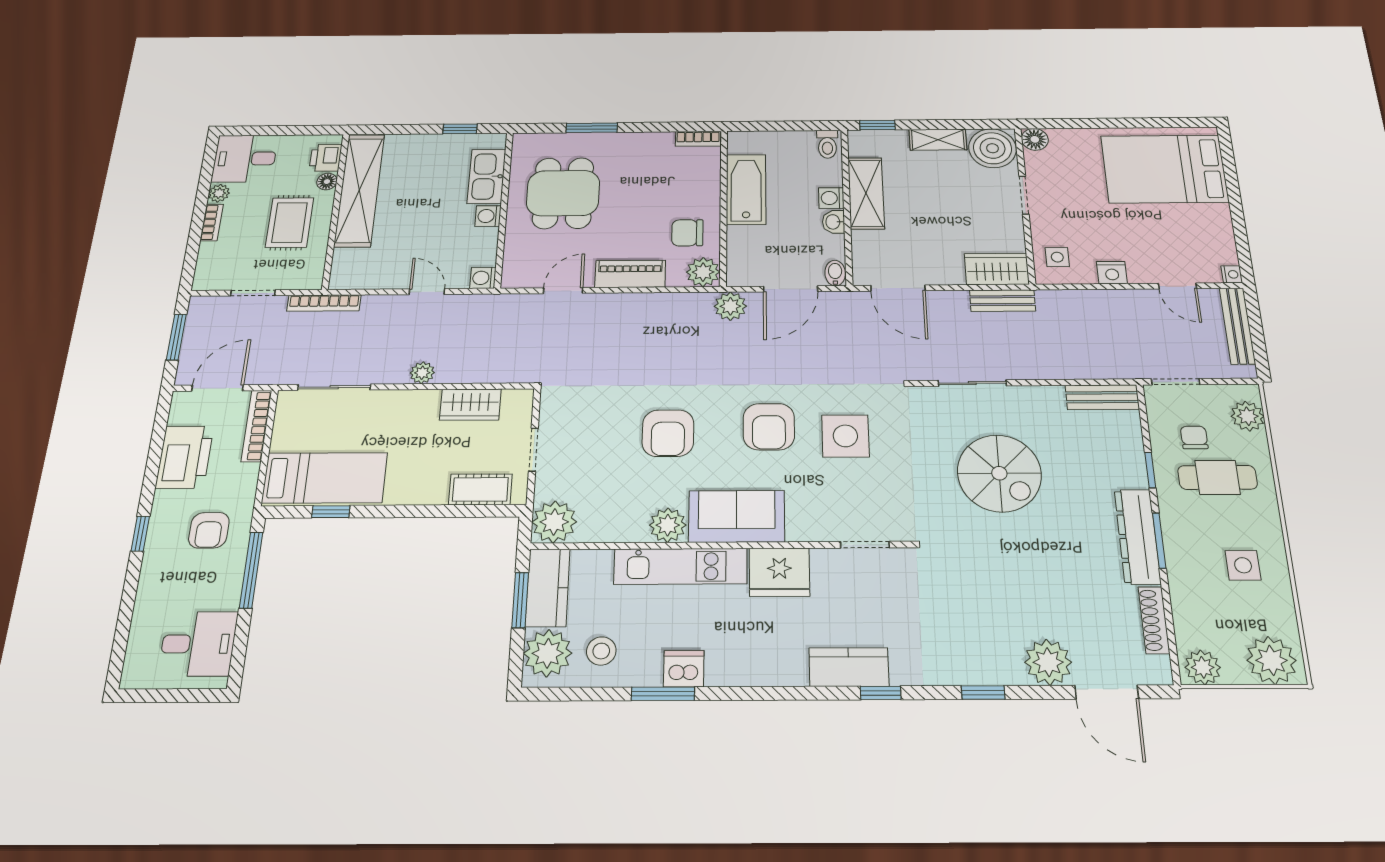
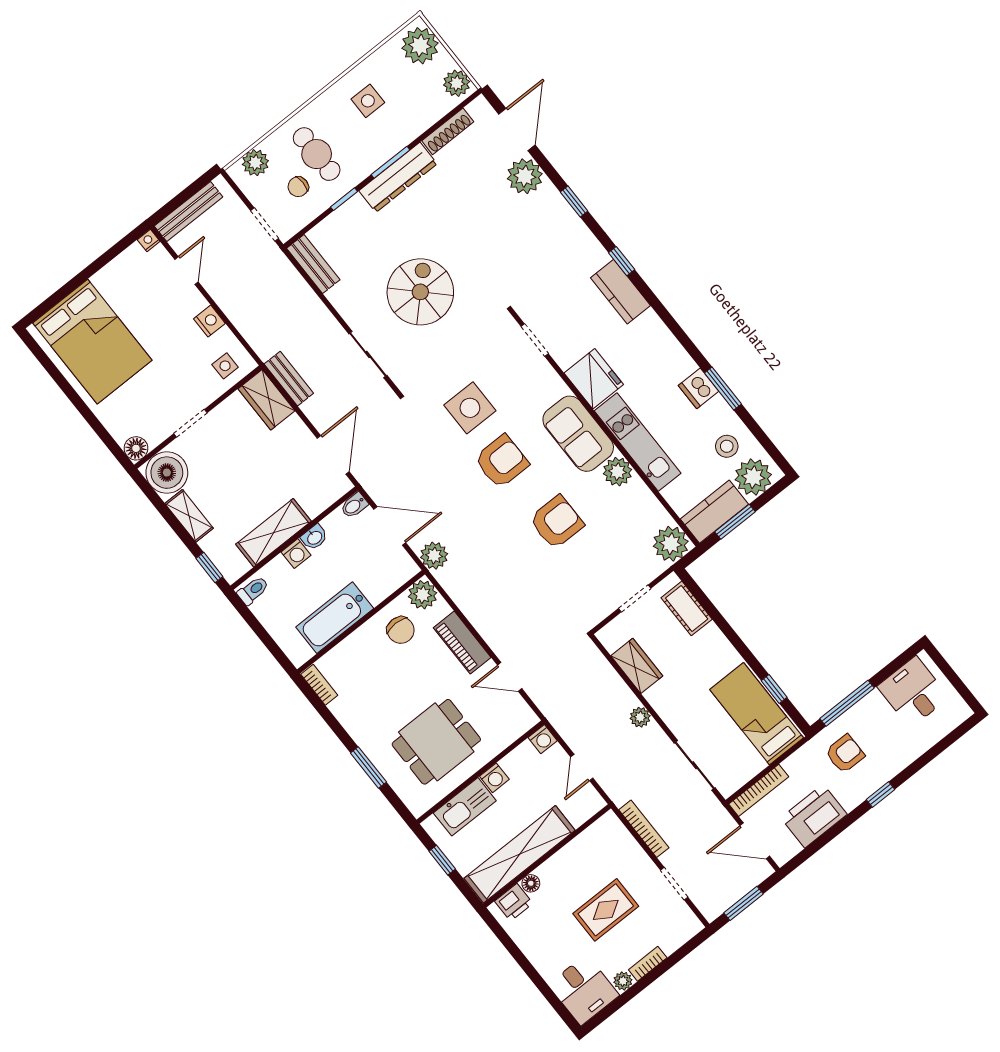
printer: (326, 158) -> (514, 902), moved
floor lamp: (327, 182) -> (531, 883), moved
shelving: (359, 190) -> (520, 854), moved
wall: (336, 210) -> (547, 856), moved

